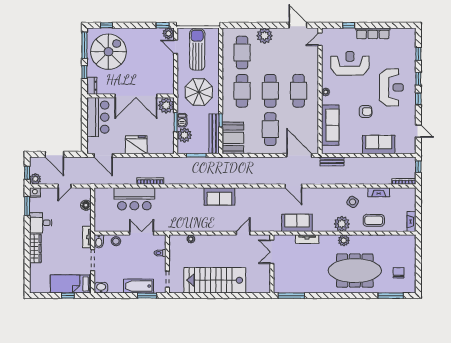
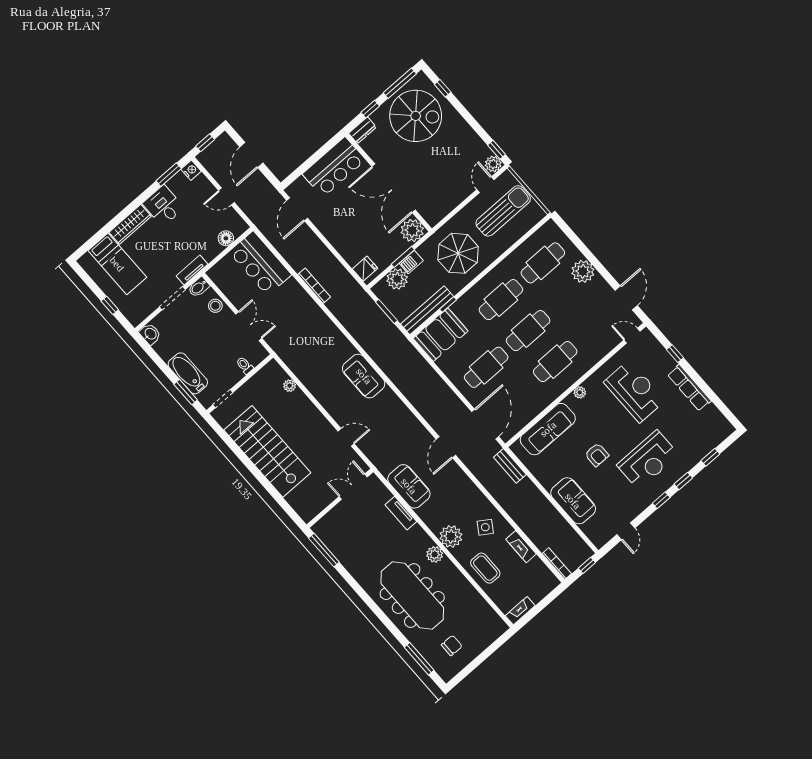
fridge: (136, 145) -> (365, 269), moved, width x0.53, depth x0.75
plant: (35, 179) -> (206, 158), removed
bar counter: (134, 199) -> (260, 263), moved
bed: (71, 284) -> (117, 264), moved, turned 180

